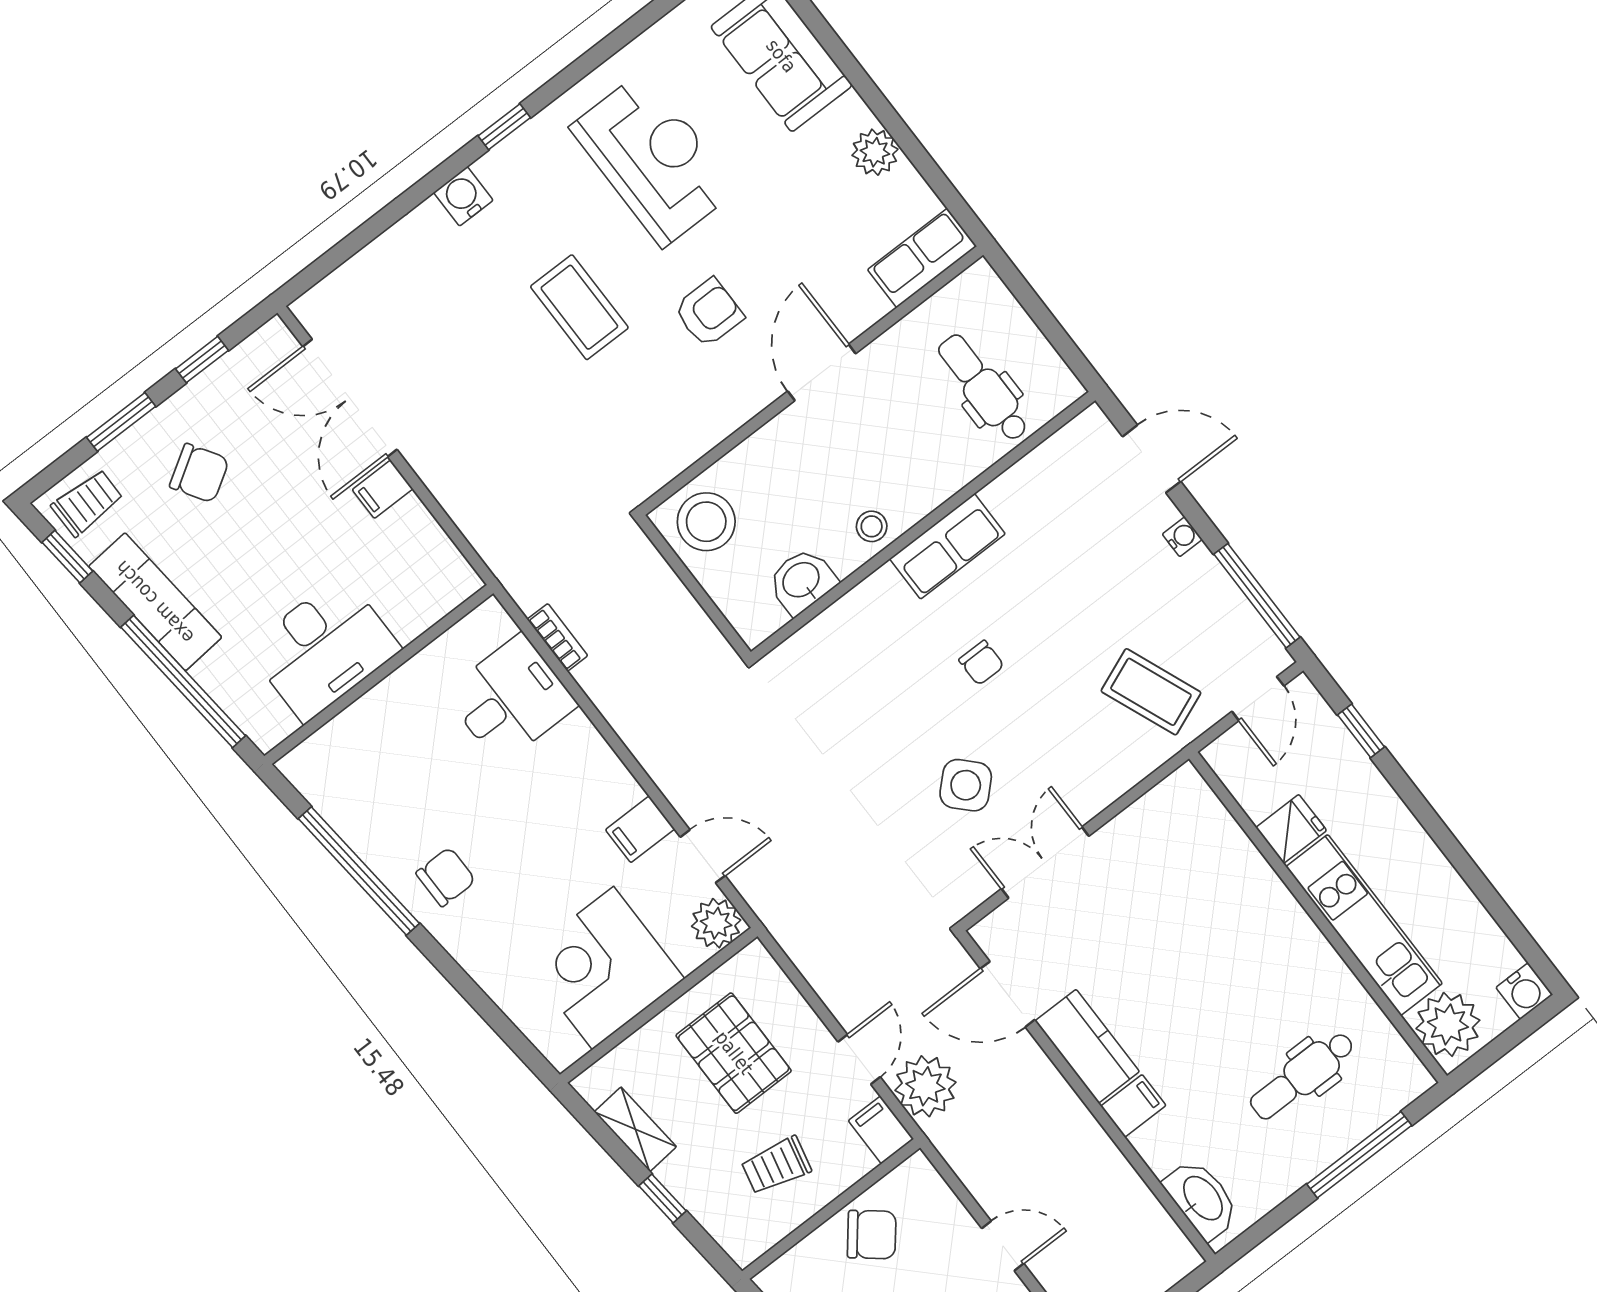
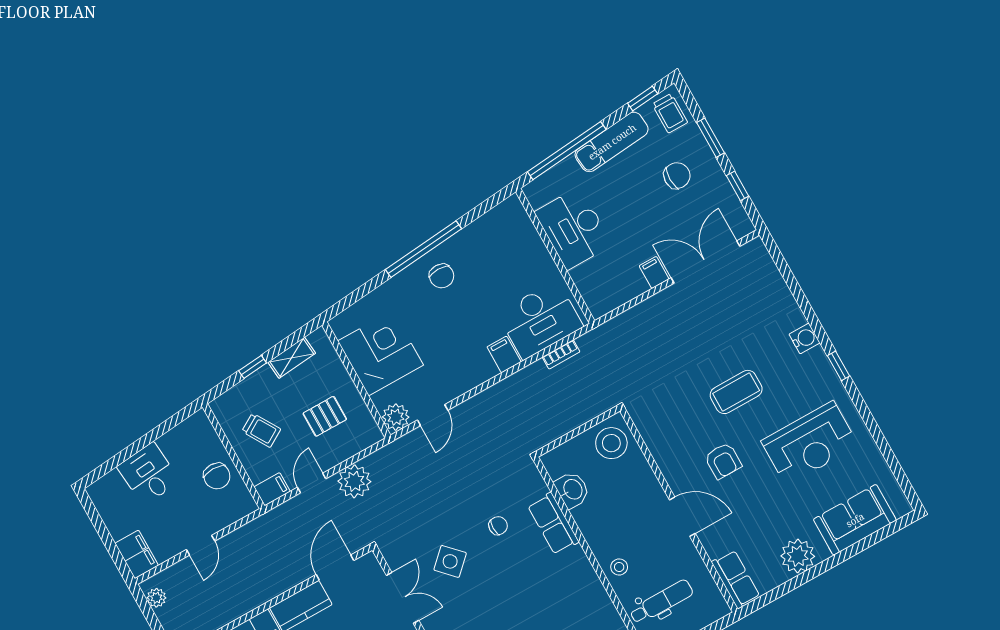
plant: (875, 152) -> (798, 556), width x1.36, depth x1.36
chair: (199, 473) -> (677, 176), turned -148
stool: (872, 526) -> (619, 567), moved
row of seats: (947, 546) -> (553, 524), moved
chair: (981, 663) -> (498, 526), moved, turned 180
desk: (511, 699) -> (540, 320), width x1.37
filing cabinet: (640, 829) -> (504, 354), moved
window: (359, 871) -> (424, 249), moved
pallet: (734, 1053) -> (325, 416), width x0.67, depth x0.71
door: (859, 1059) -> (312, 483), swing flipped
plant: (925, 1086) -> (354, 481), moved
trolley: (776, 1166) -> (261, 430), turned 136
chair: (872, 1235) -> (217, 476), turned -39

